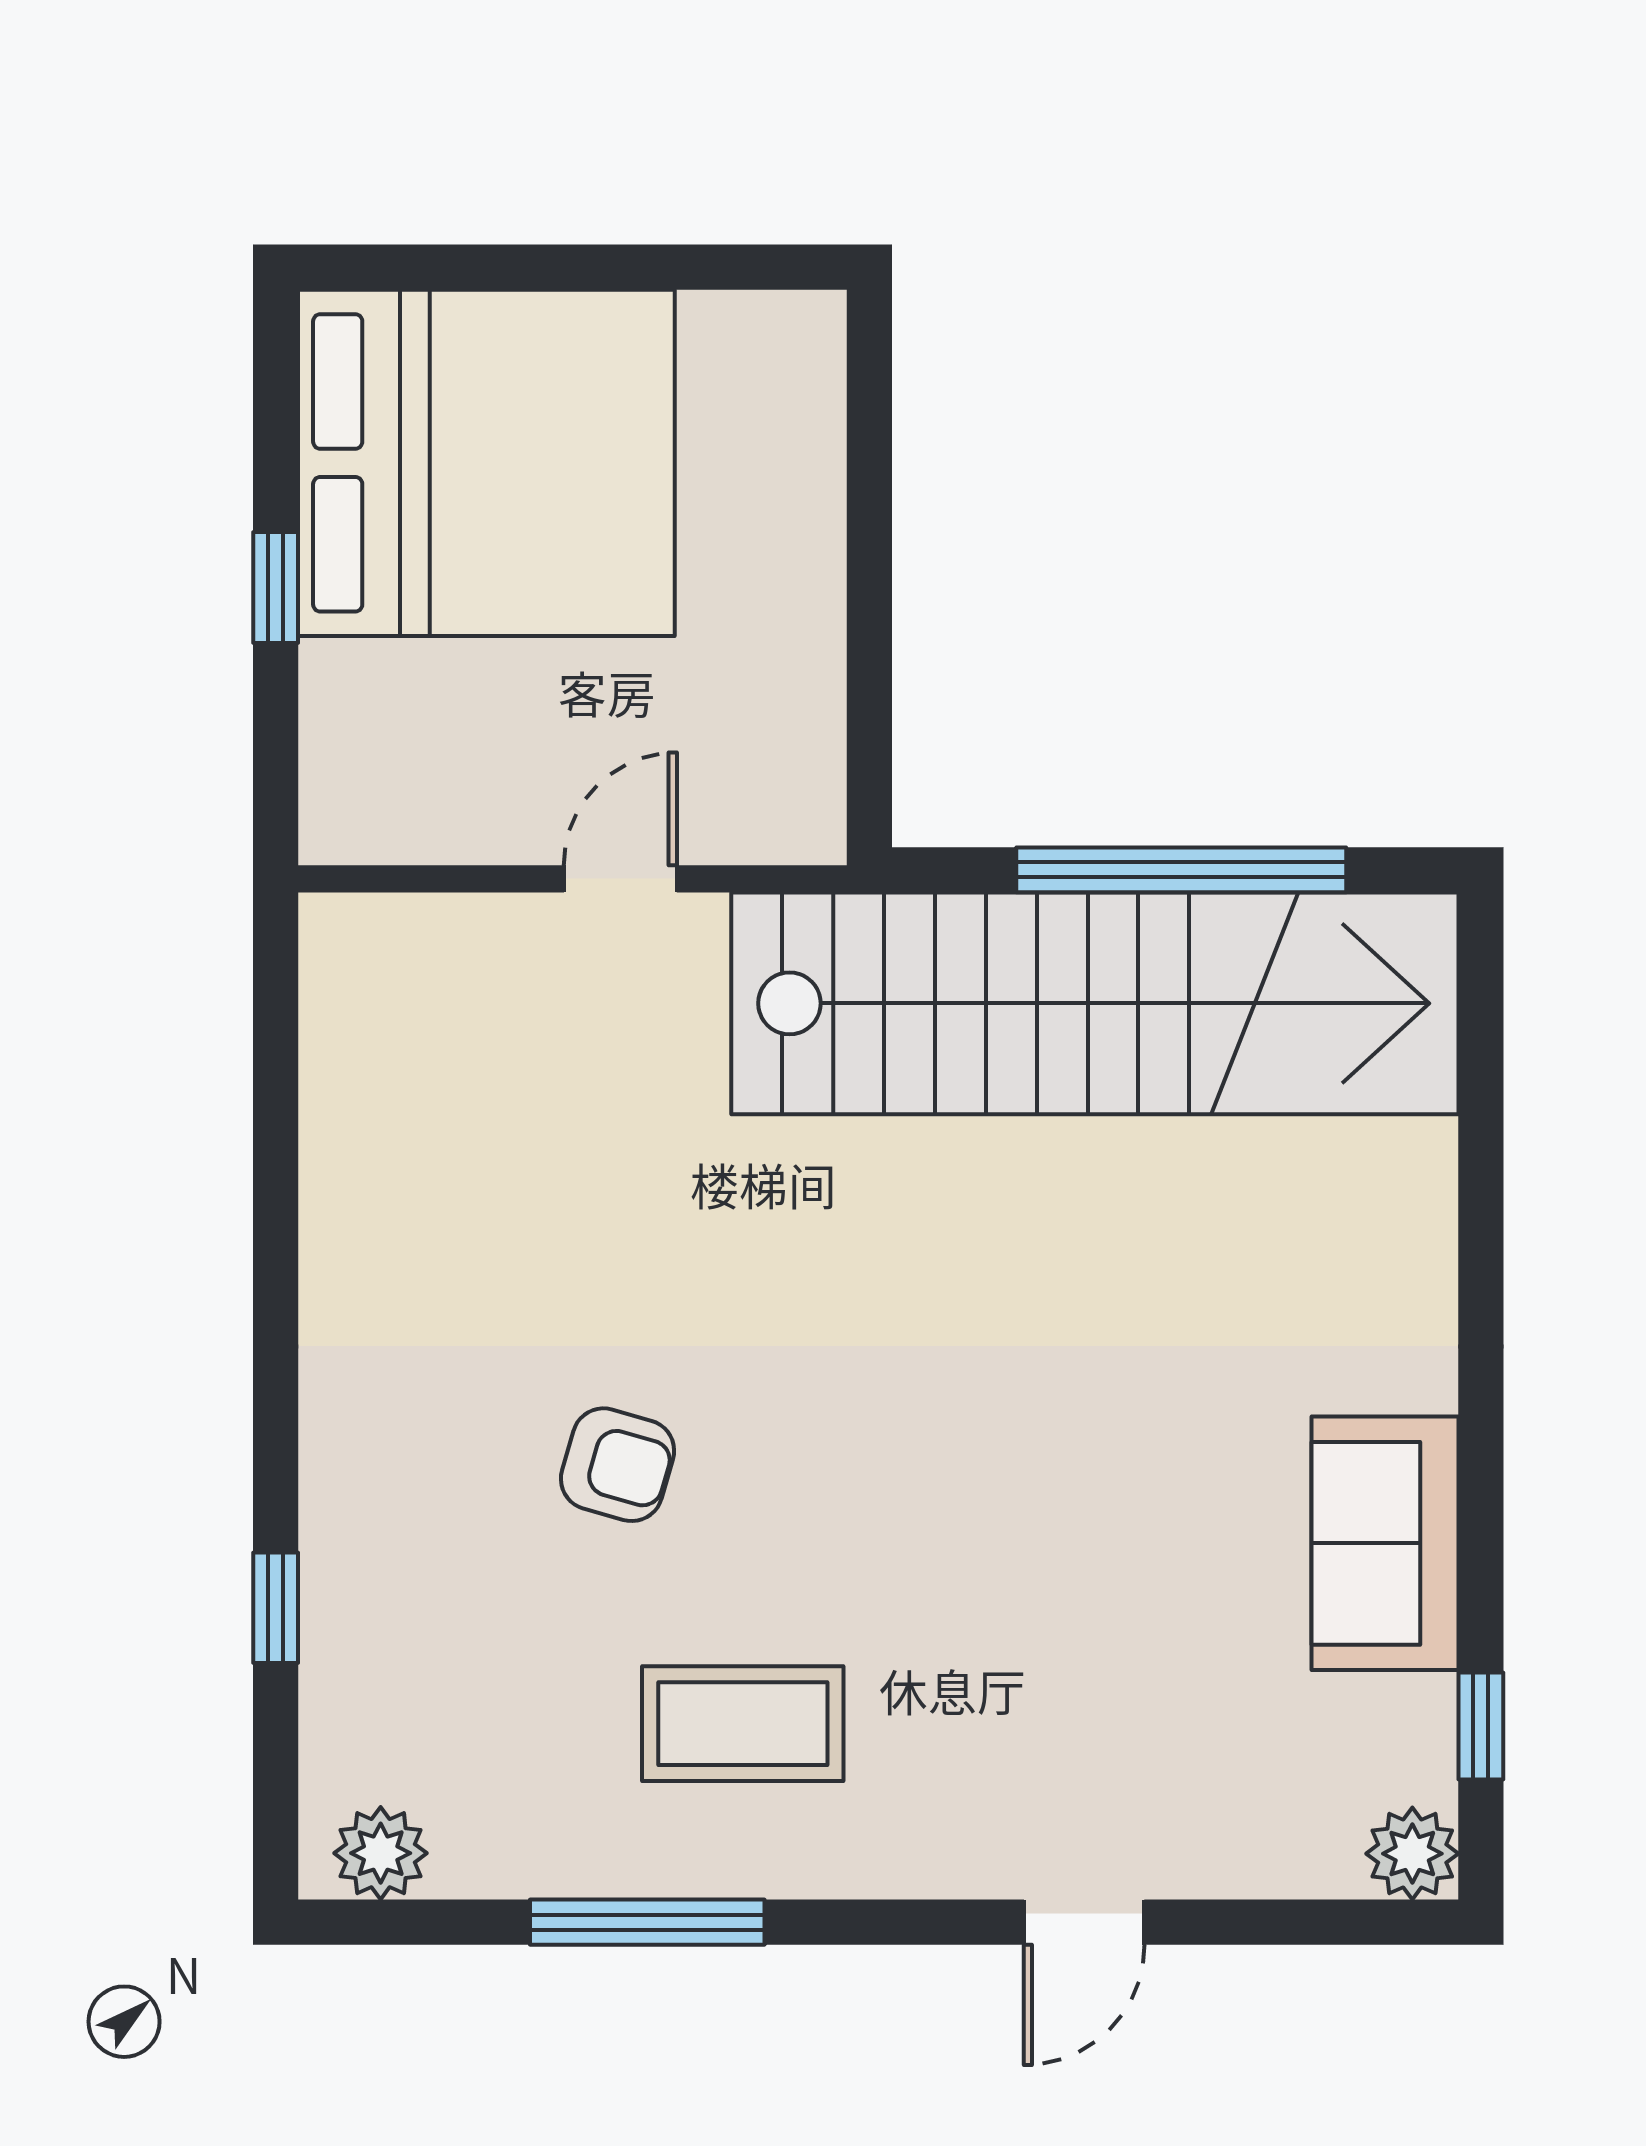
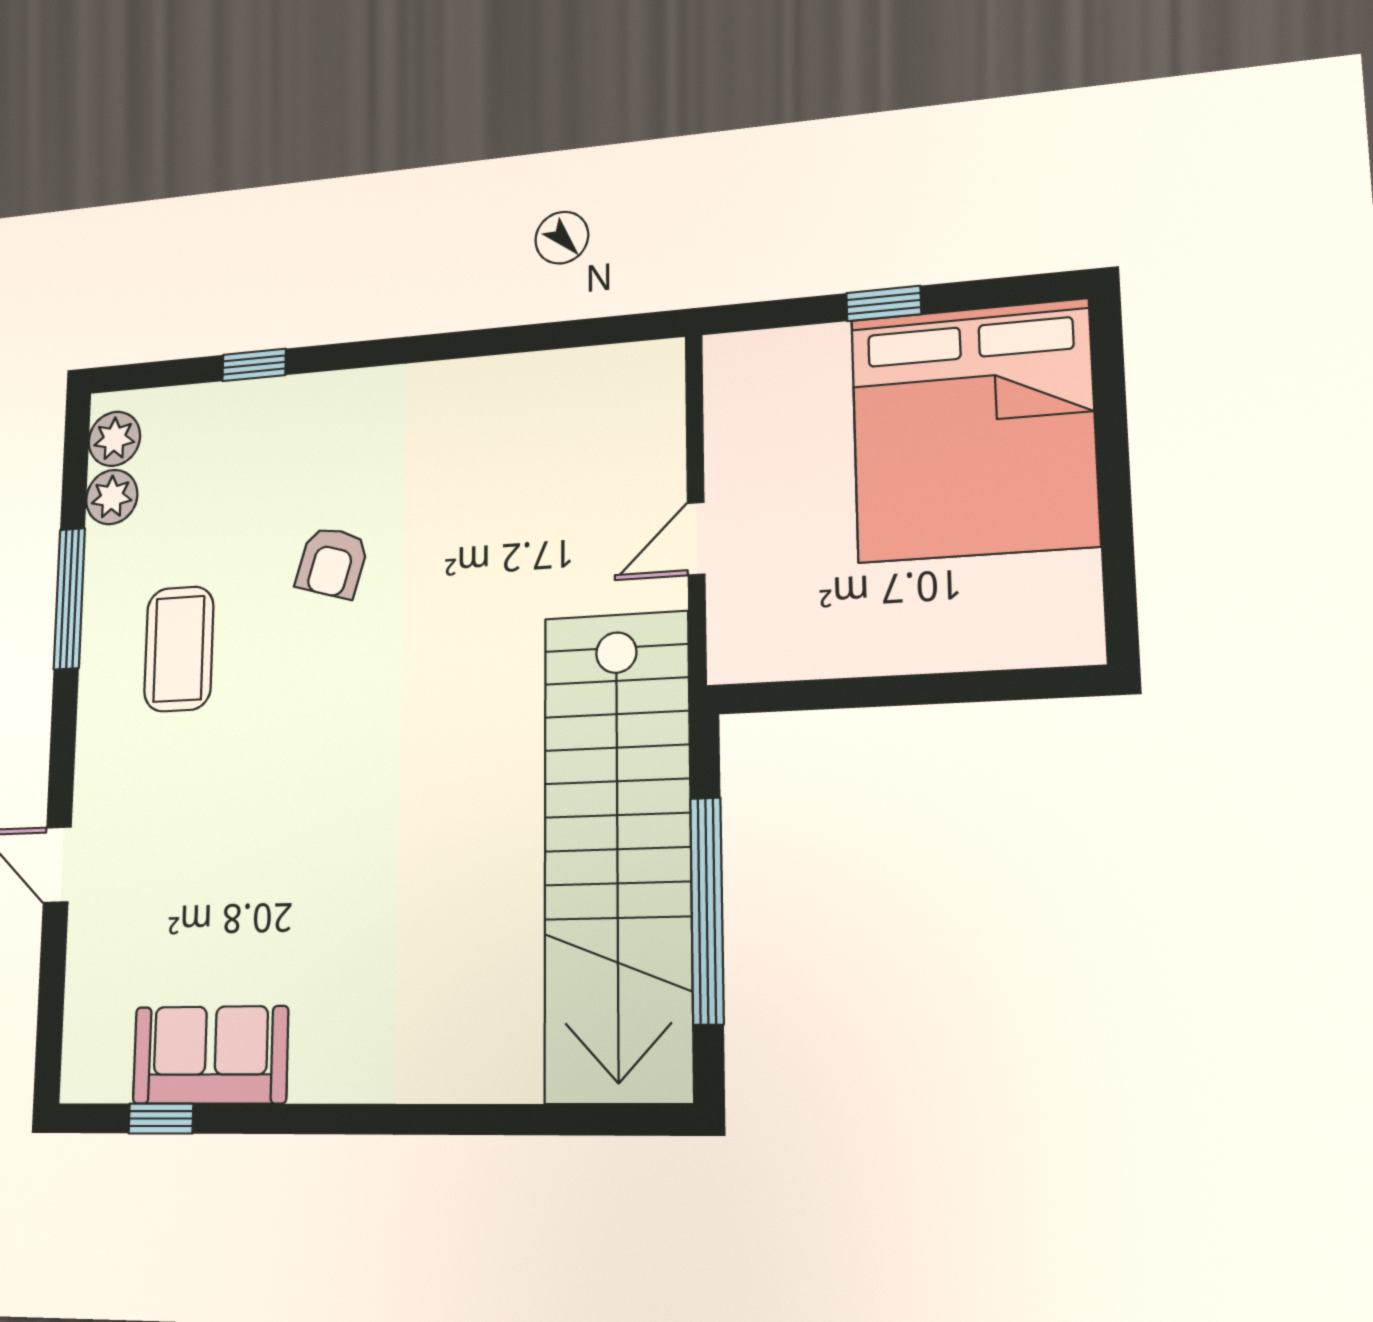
door: (620, 879) -> (696, 539), swing flipped
sofa: (1385, 1543) -> (210, 1055), moved
plant: (1412, 1854) -> (112, 497), moved

